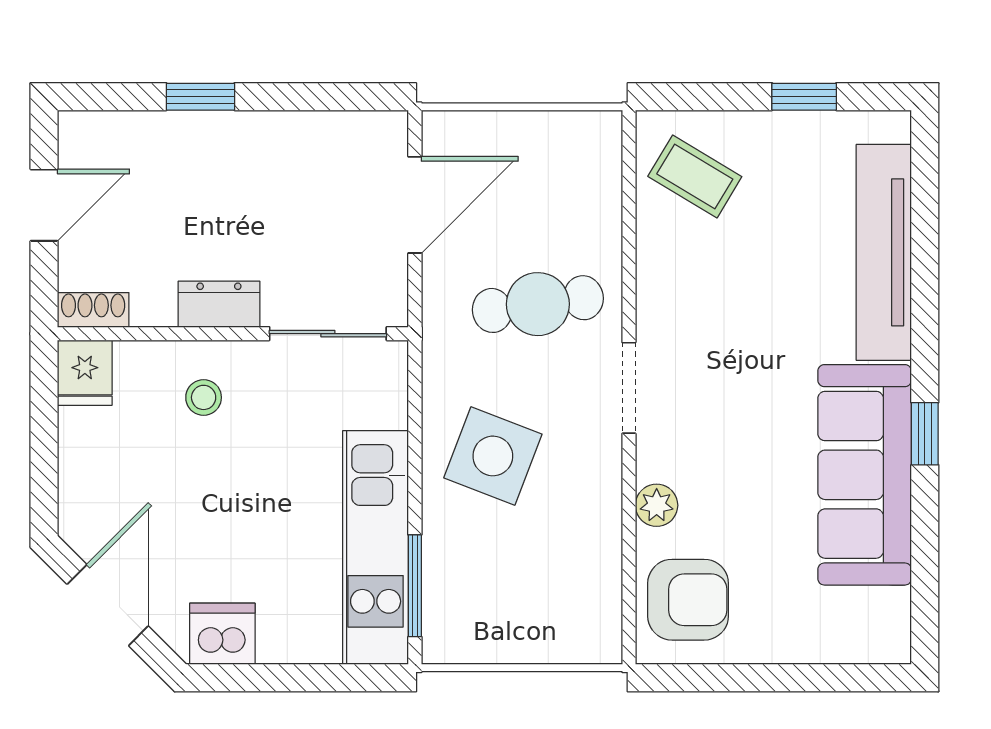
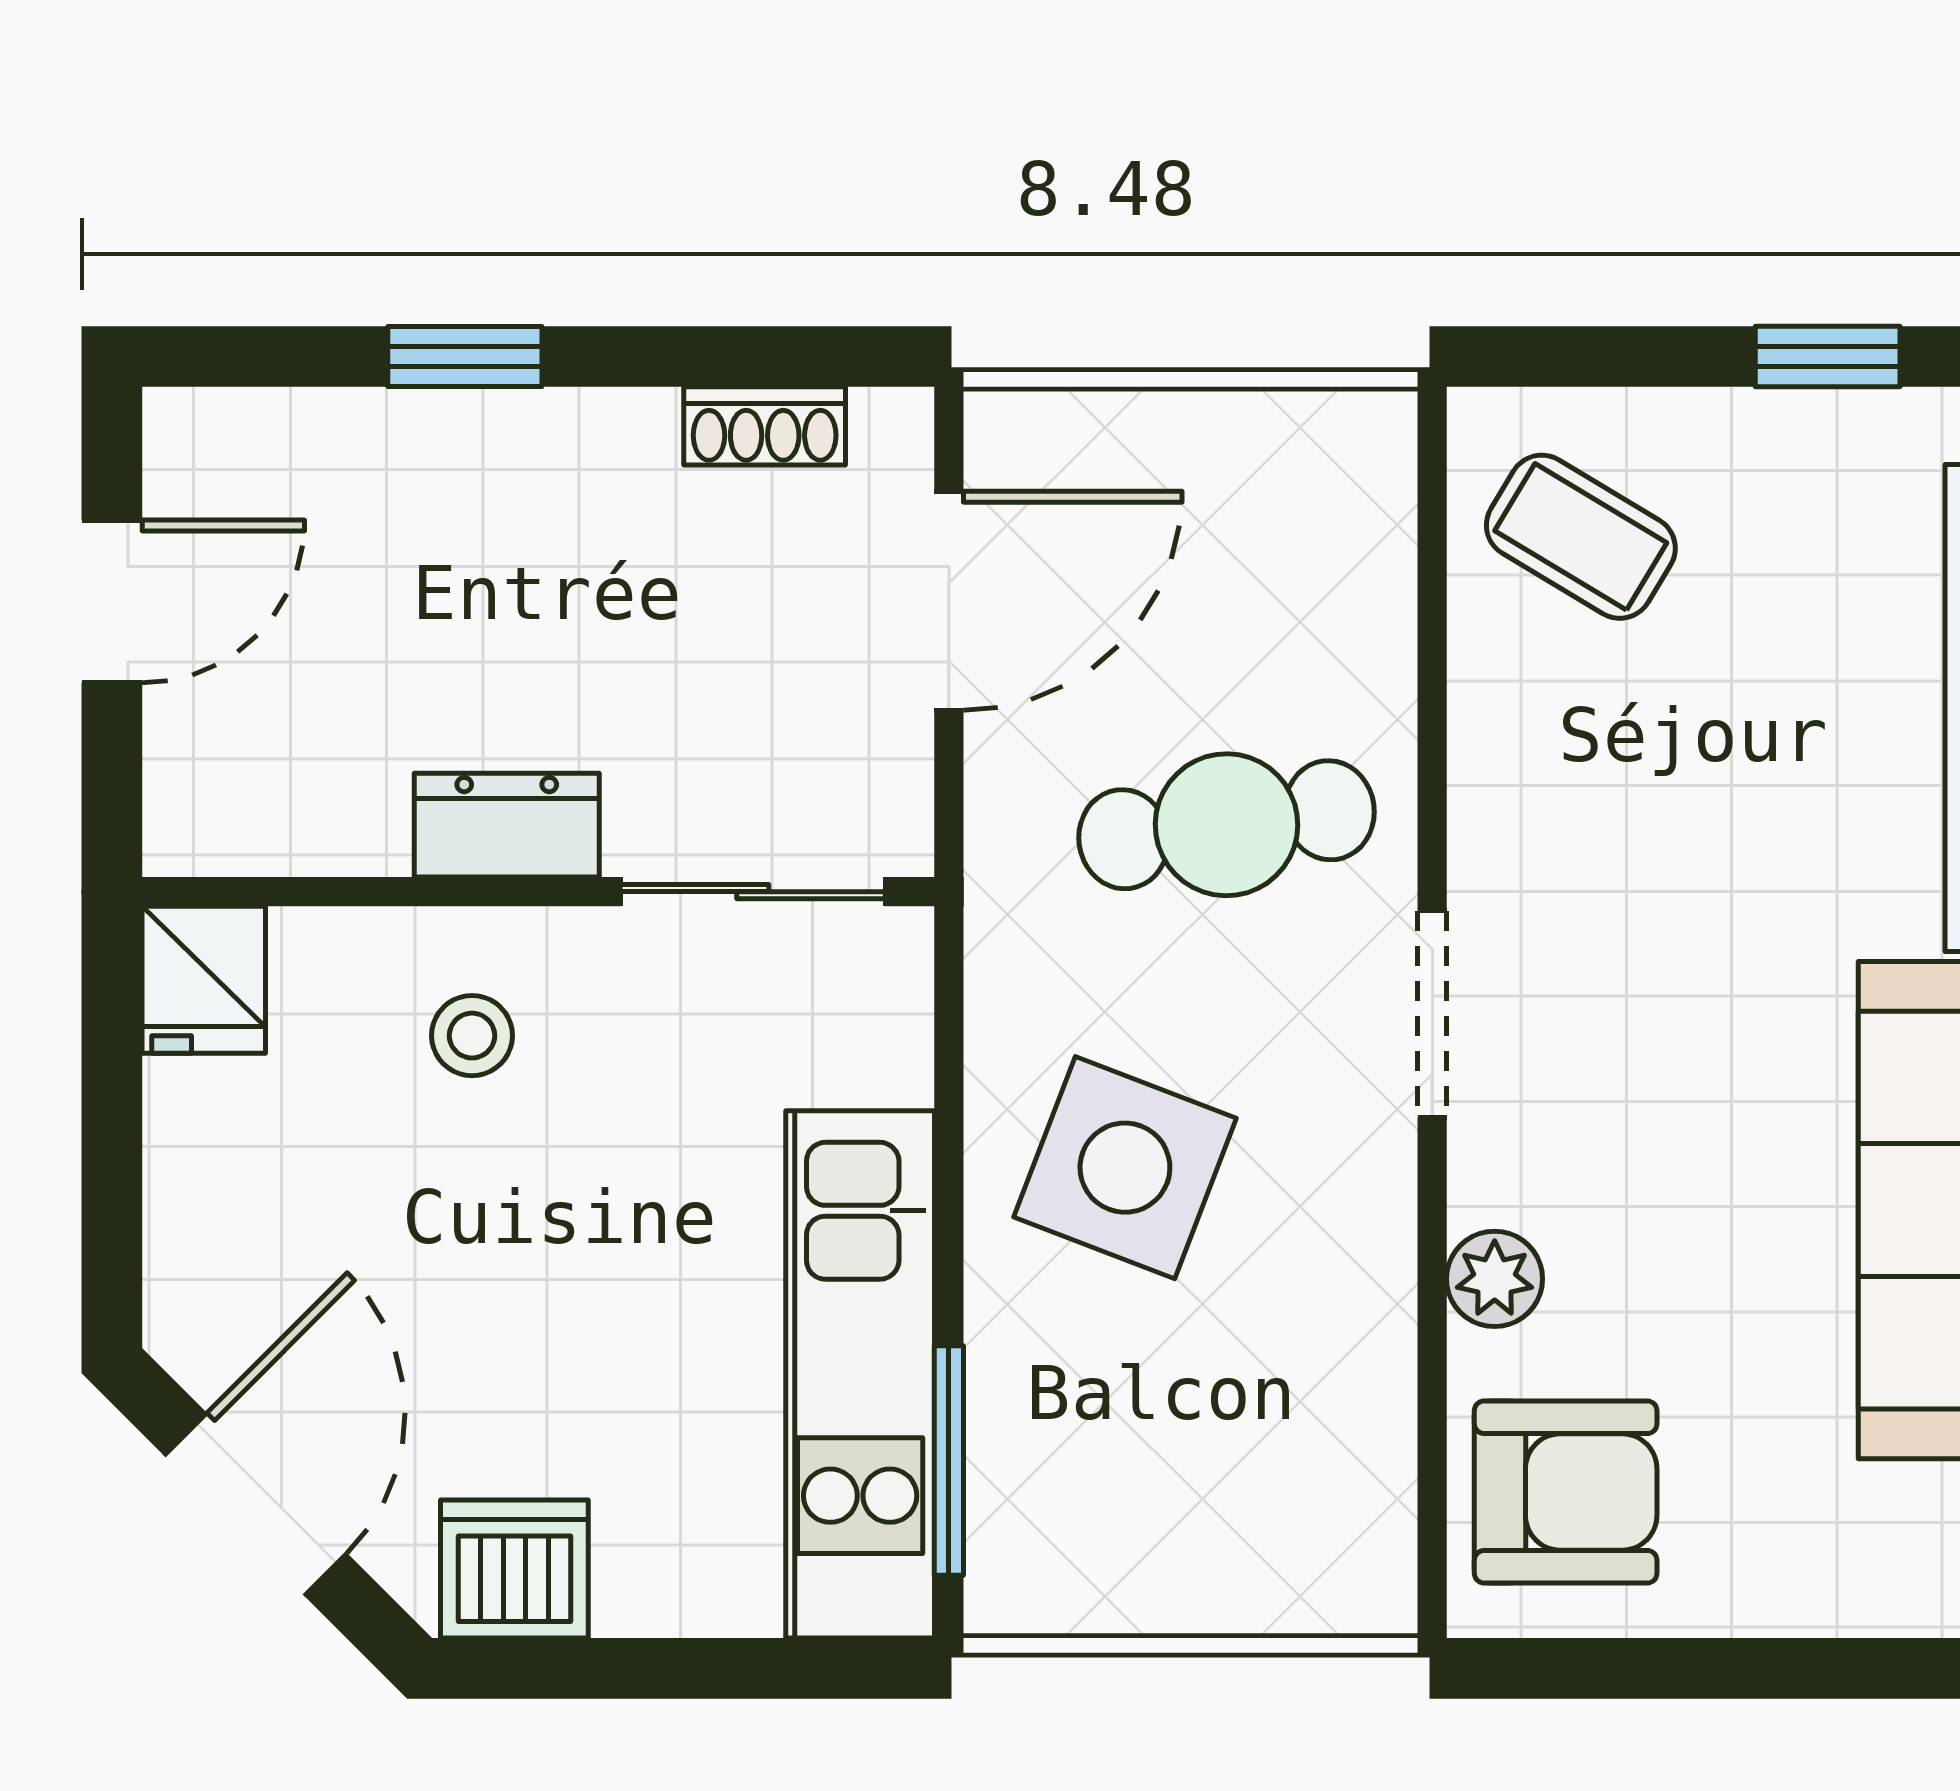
shoe rack: (93, 310) -> (765, 426), moved, turned 180

